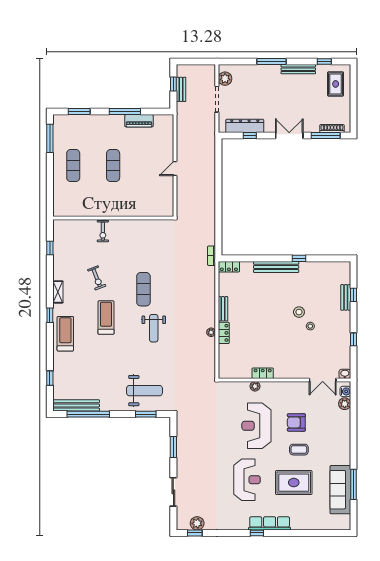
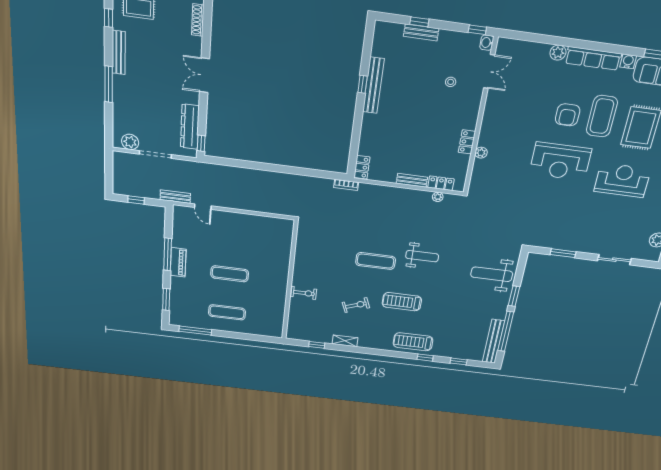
bench: (181, 89) -> (175, 197), moved
piano: (139, 121) -> (178, 262), moved
window: (250, 136) -> (201, 143), moved
window: (326, 136) -> (207, 29), removed
door: (175, 169) -> (203, 207), moved
bench: (276, 267) -> (373, 85), moved
shelving: (58, 292) -> (345, 341), moved
stool: (299, 312) -> (430, 93), removed
window: (50, 315) -> (425, 358), moved
locker: (263, 373) -> (467, 142), moved
washbasin: (345, 374) -> (487, 43), moved
wall: (284, 380) -> (480, 118), moved
double door: (323, 380) -> (489, 72), moved
plant: (255, 386) -> (481, 153), moved
weight bench: (144, 391) -> (492, 274), turned -90
water cooler: (345, 391) -> (628, 61), moved
window: (146, 414) -> (514, 296), moved
row of seats: (344, 431) -> (593, 58), added
coffee table: (299, 450) -> (602, 116), width x1.86, depth x1.72

